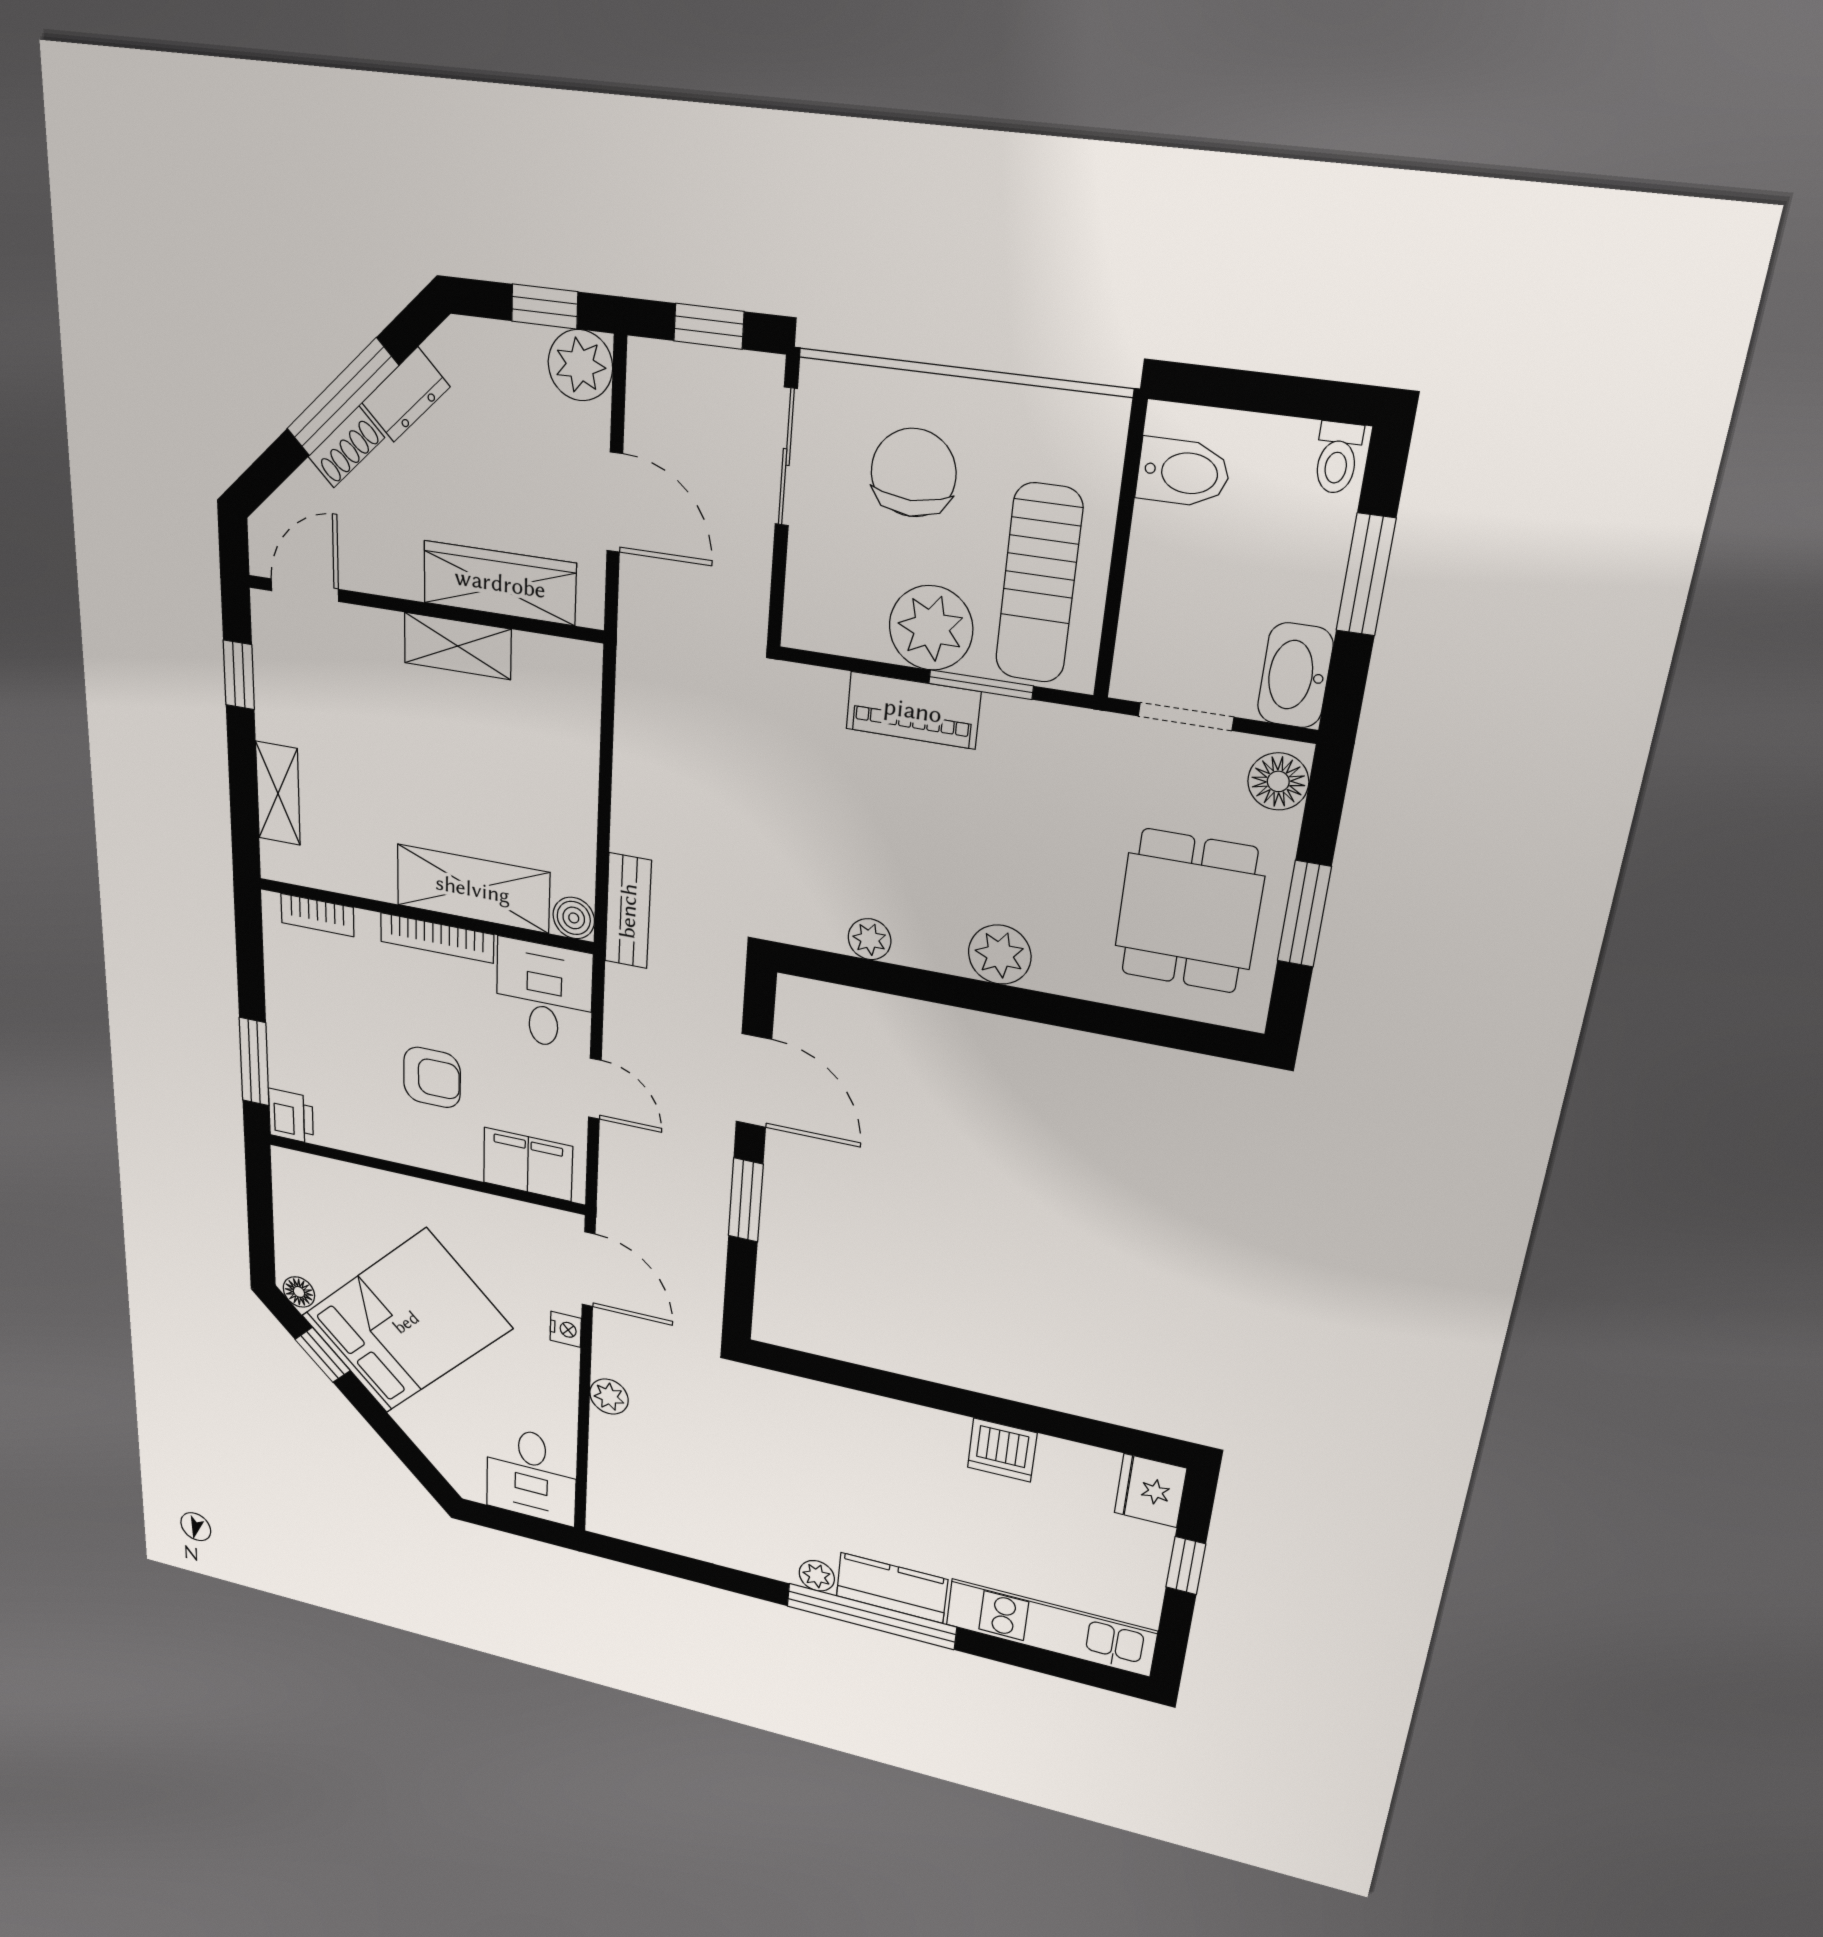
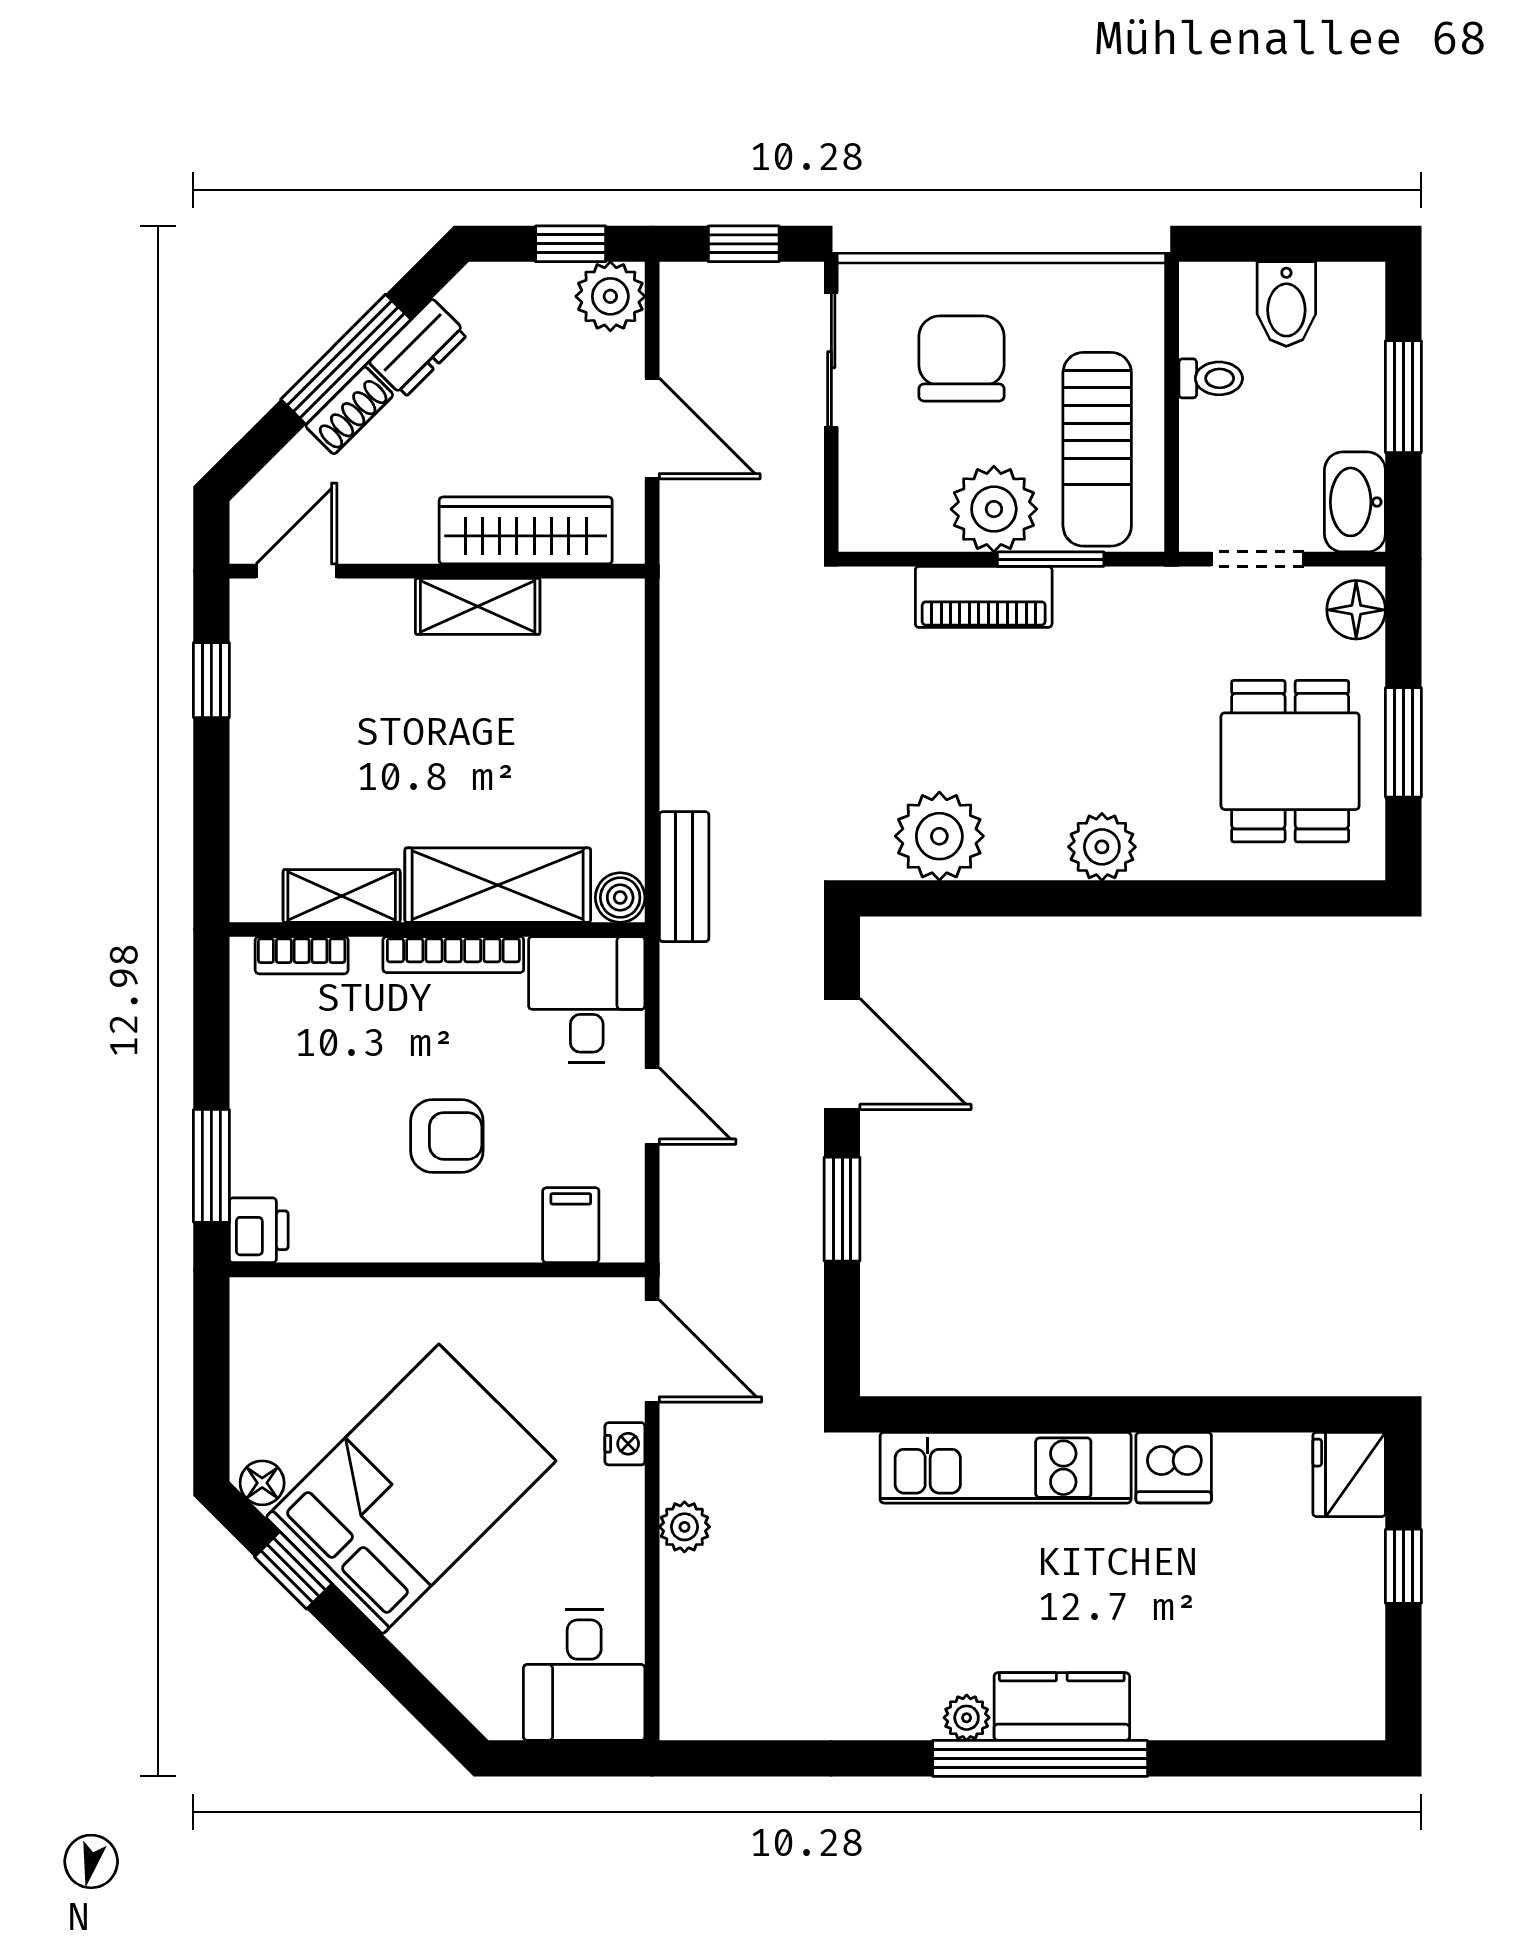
toilet: (1337, 458) -> (1211, 378), moved, turned -90
bidet: (1183, 473) -> (1286, 304), moved, turned 90
shelving: (278, 793) -> (342, 896), moved, turned 90
plant: (870, 939) -> (939, 836), width x1.87, depth x1.87
filing cabinet: (528, 1164) -> (571, 1225), width x0.50
kitchen unit: (1051, 1628) -> (1006, 1468), moved, turned 180

